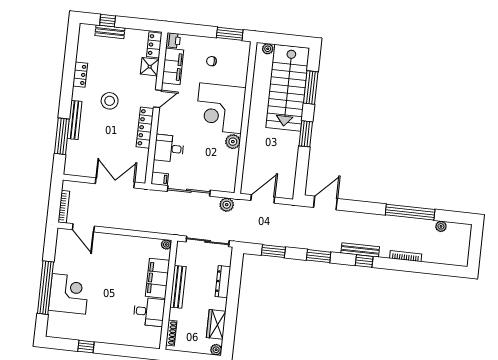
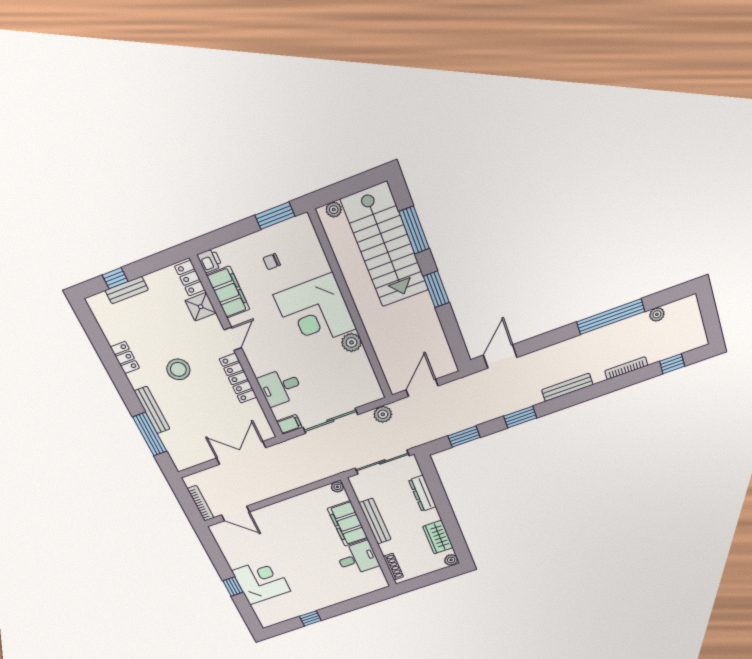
window: (364, 261) -> (672, 364), moved
window: (45, 288) -> (233, 587), width x0.32

